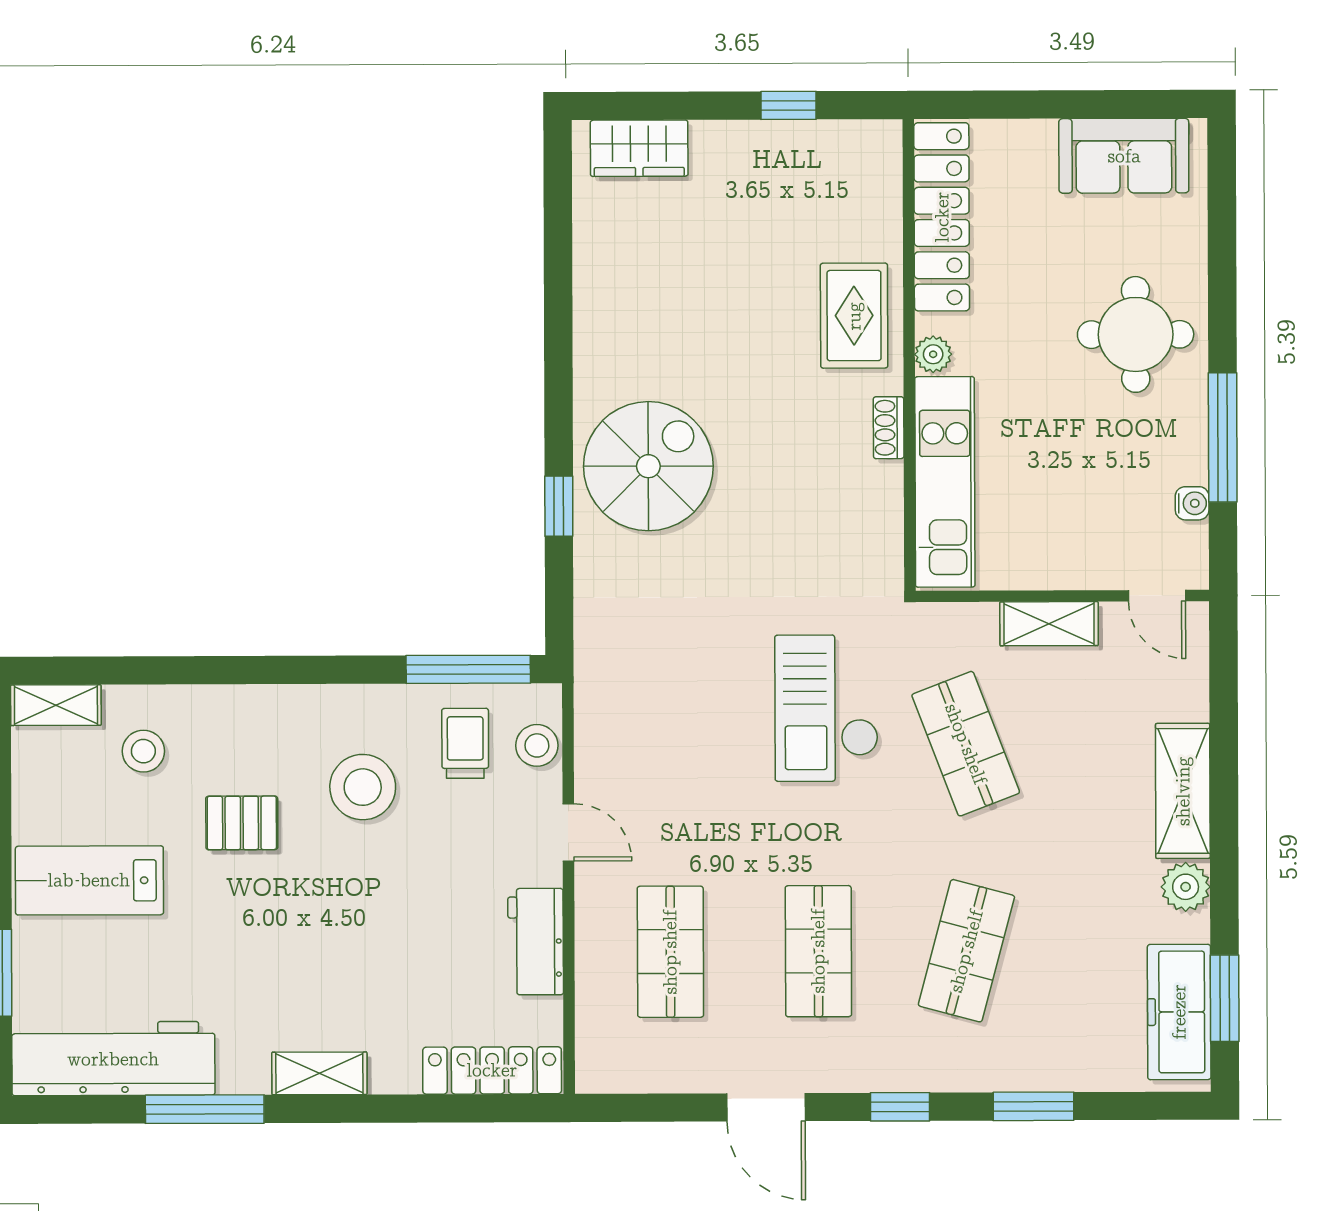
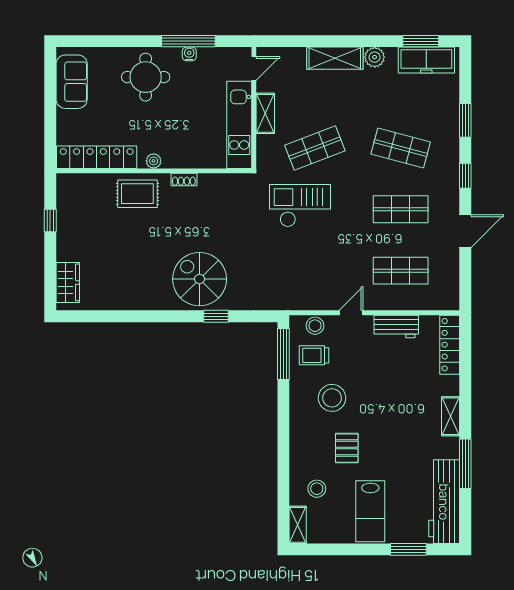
kitchen unit: (945, 482) -> (239, 125), moved, turned -90
water cooler: (1192, 503) -> (189, 54), moved
checkout: (827, 708) -> (300, 206), turned 180

